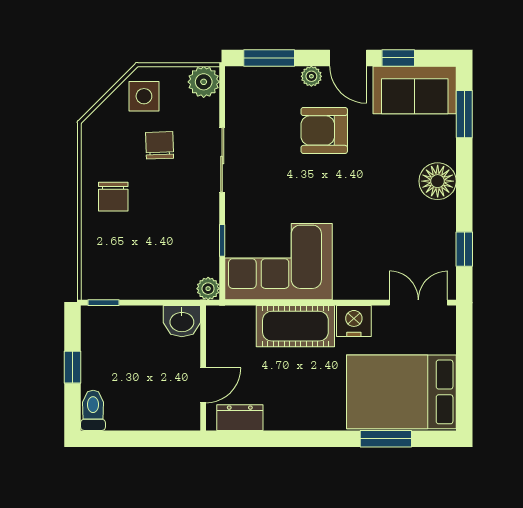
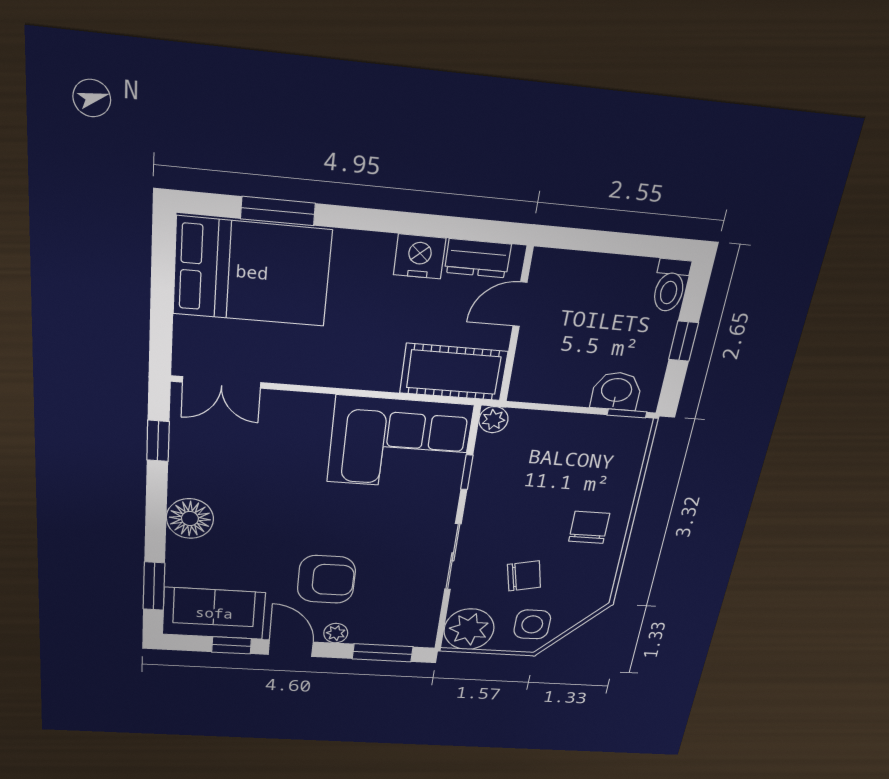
plant: (204, 82) -> (469, 629), width x1.36, depth x1.36
chair: (160, 145) -> (524, 576), turned -100
washbasin: (182, 321) -> (616, 391), moved
nightstand: (354, 321) -> (420, 256), moved, turned 180
cot: (295, 326) -> (454, 372), moved

